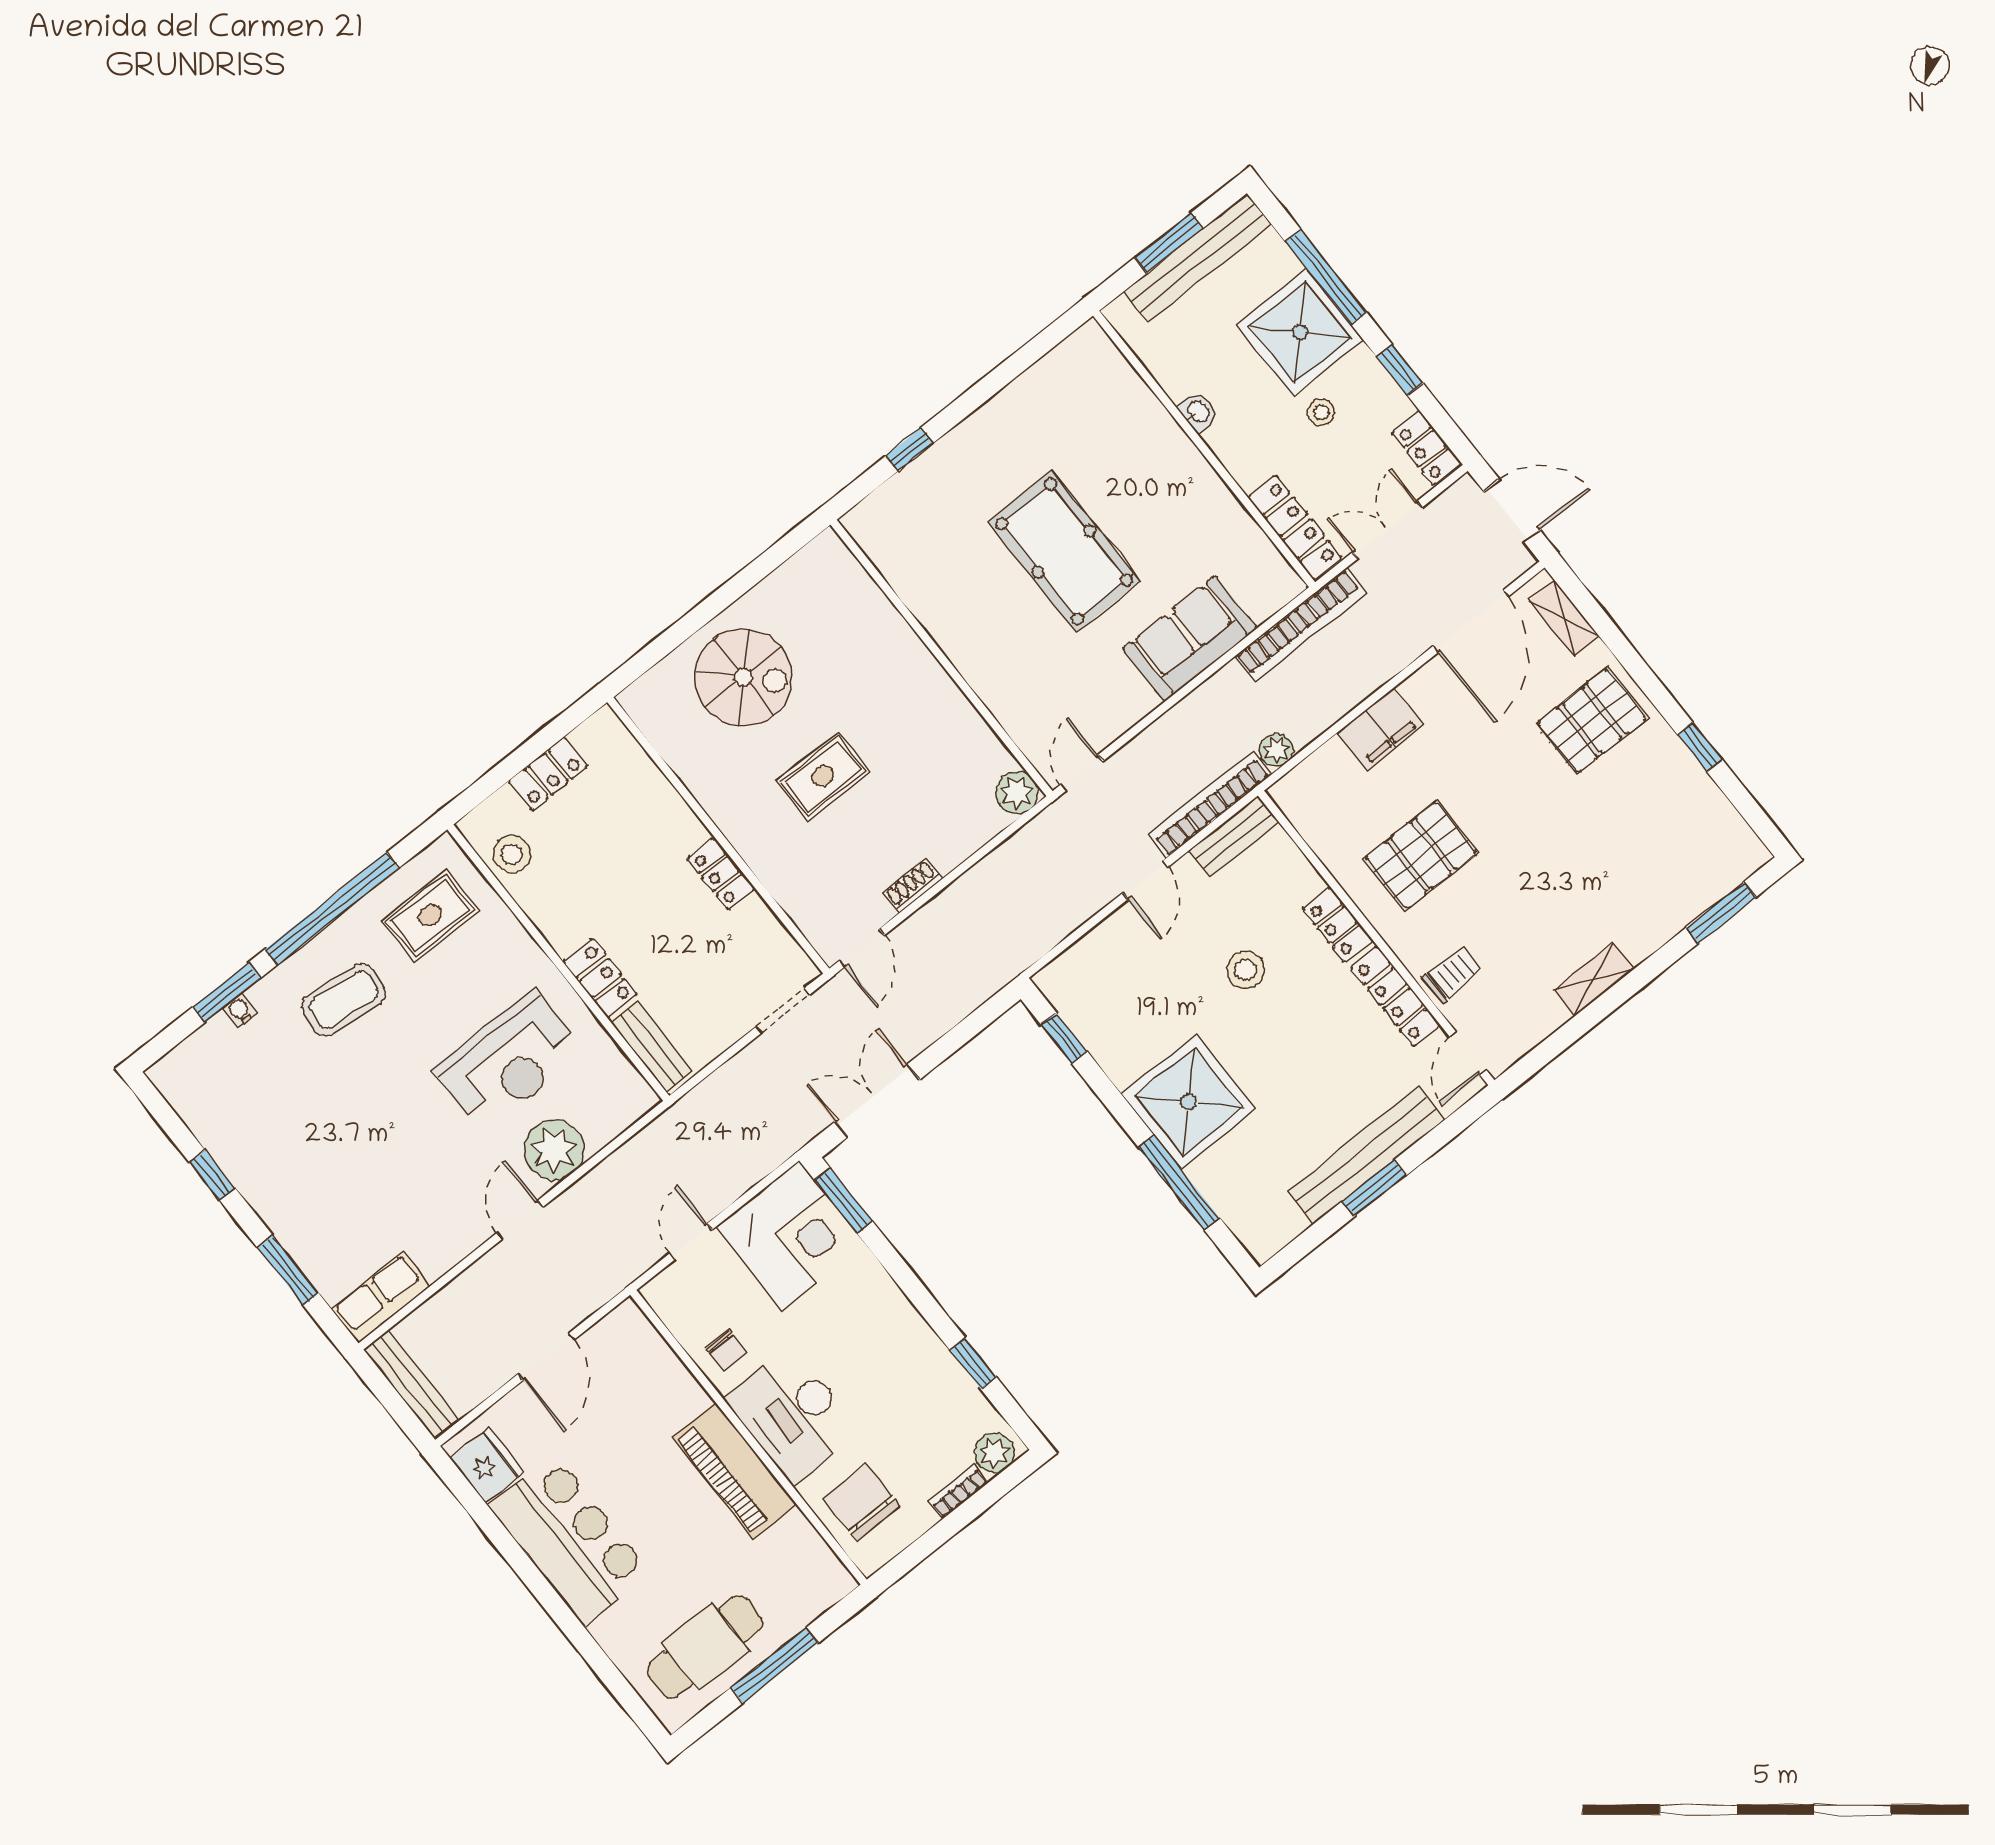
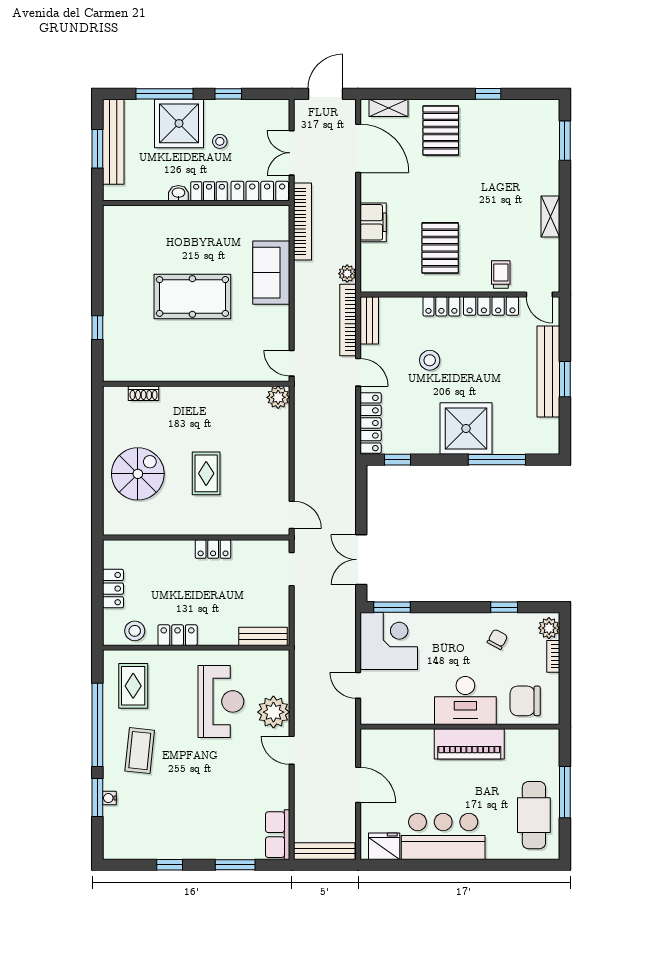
locker: (1427, 448) -> (209, 191), moved, turned 180
shoe rack: (912, 885) -> (144, 393), moved, turned -90
locker: (1086, 957) -> (371, 423), added
locker: (600, 978) -> (178, 635), moved
chair: (726, 1350) -> (497, 639), moved, turned -62

